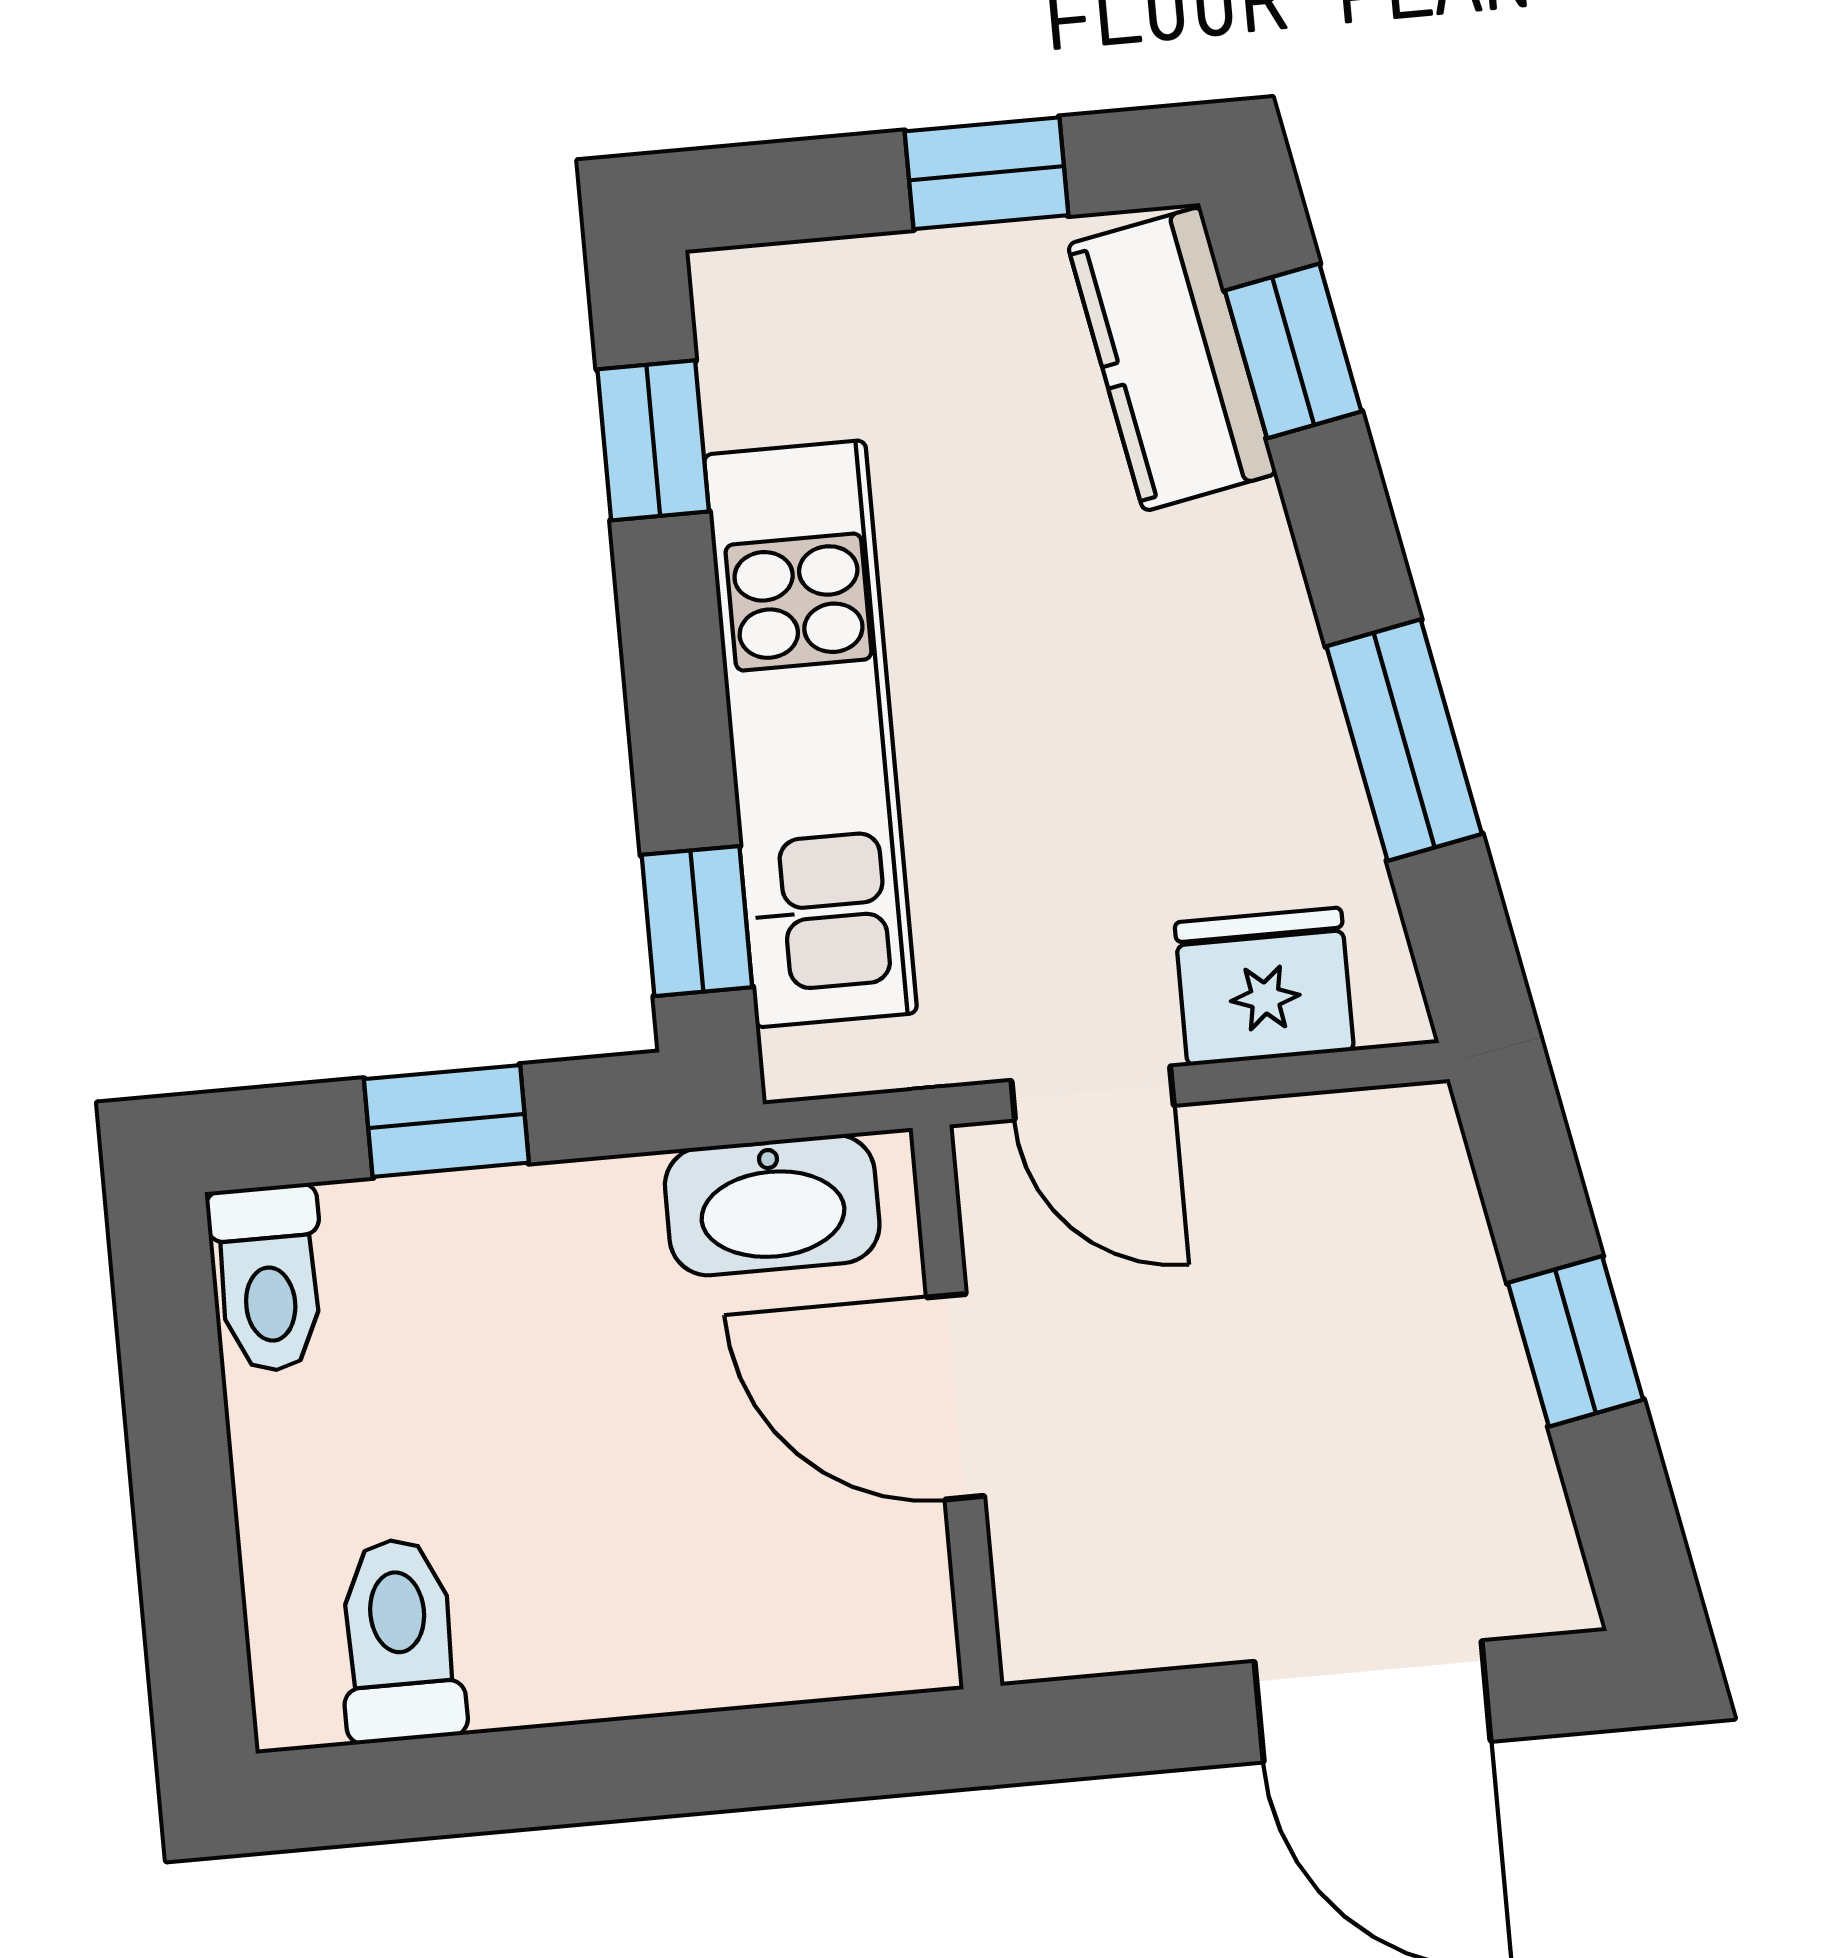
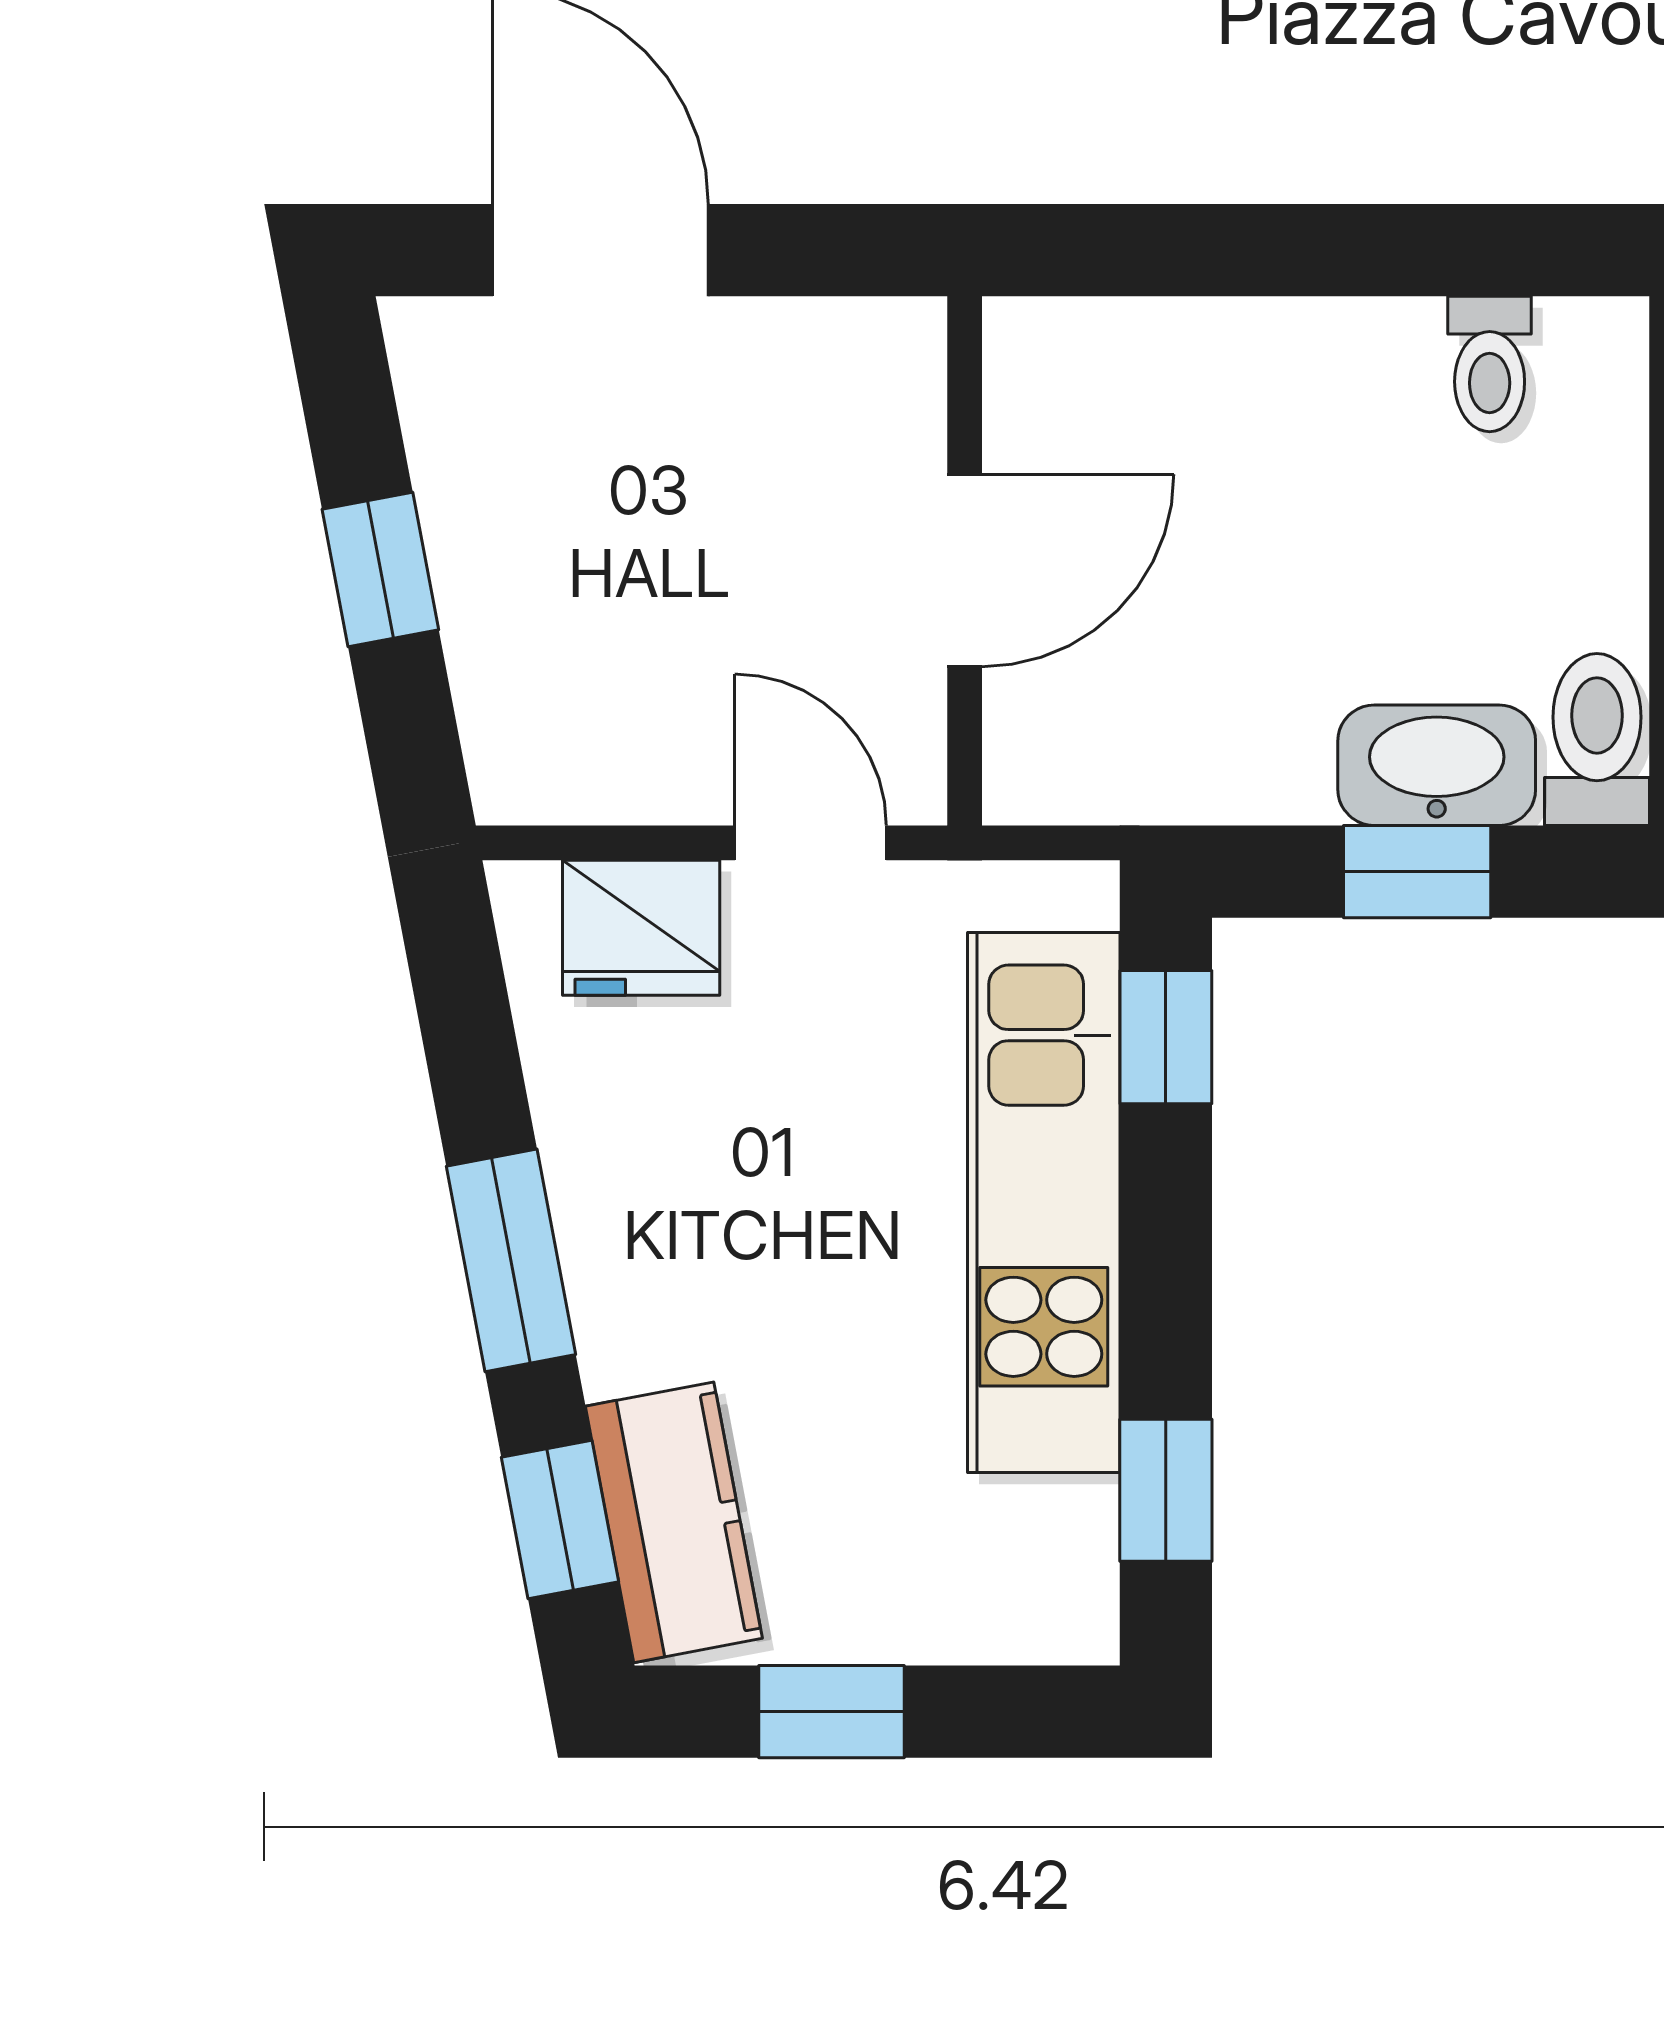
window: (1404, 740) -> (511, 1260), moved
washbasin: (772, 1205) -> (1437, 765), moved
door: (956, 1397) -> (965, 571), hinge flipped
toilet: (400, 1640) -> (1490, 364), width x0.73, depth x0.72

